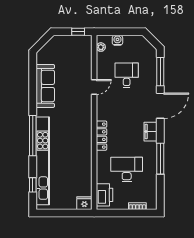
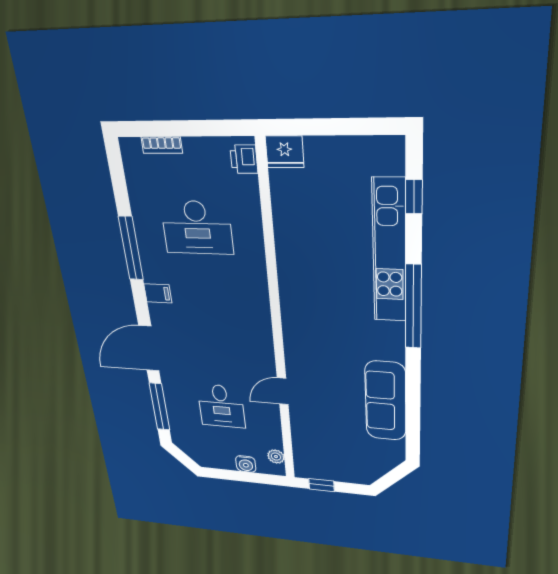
filing cabinet: (151, 132) -> (158, 293), width x0.50
locker: (101, 136) -> (259, 299), removed
kitchen unit: (43, 161) -> (389, 252), width x0.73
printer: (105, 195) -> (244, 159), width x0.53, depth x0.68

